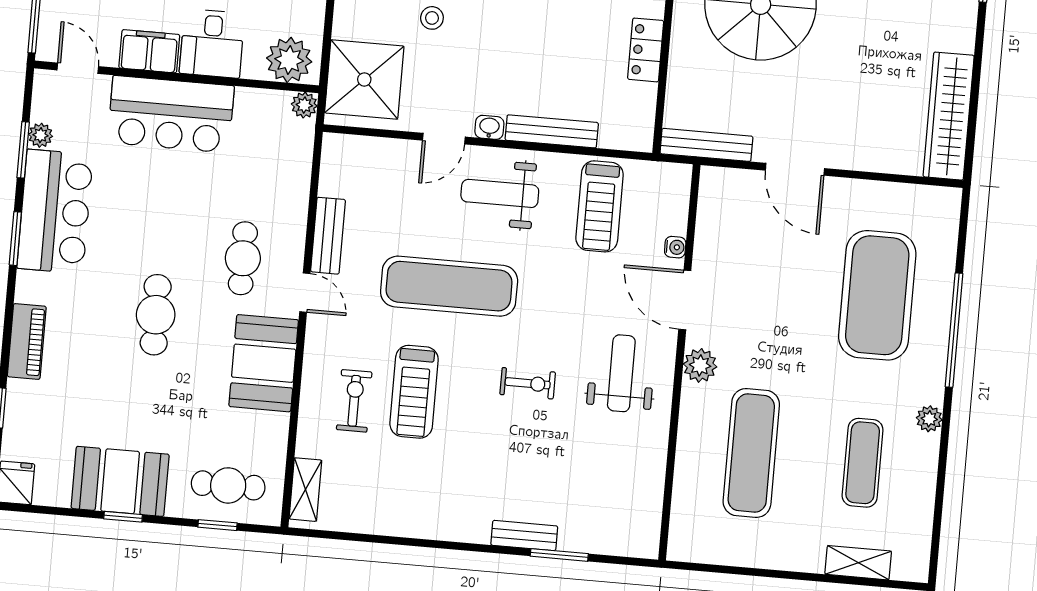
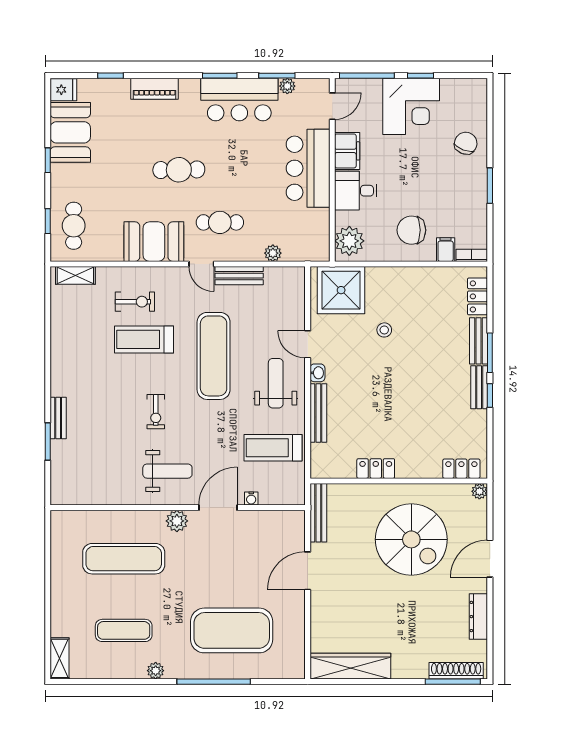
plant: (304, 105) -> (273, 253), moved
door: (305, 293) -> (201, 264), hinge flipped
booth: (120, 481) -> (70, 132), moved
shelving: (858, 563) -> (59, 658), moved

